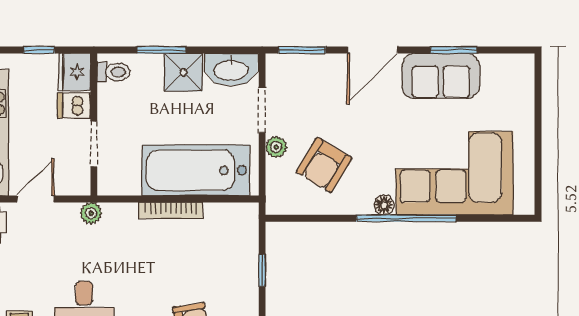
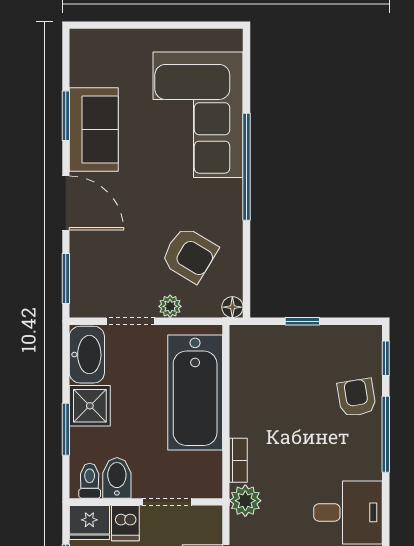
bidet: (116, 97) -> (117, 478), added
floor lamp: (384, 205) -> (232, 307), moved
bookcase: (171, 210) -> (238, 460), moved, width x0.64
plant: (91, 213) -> (245, 501), width x1.38, depth x1.38

